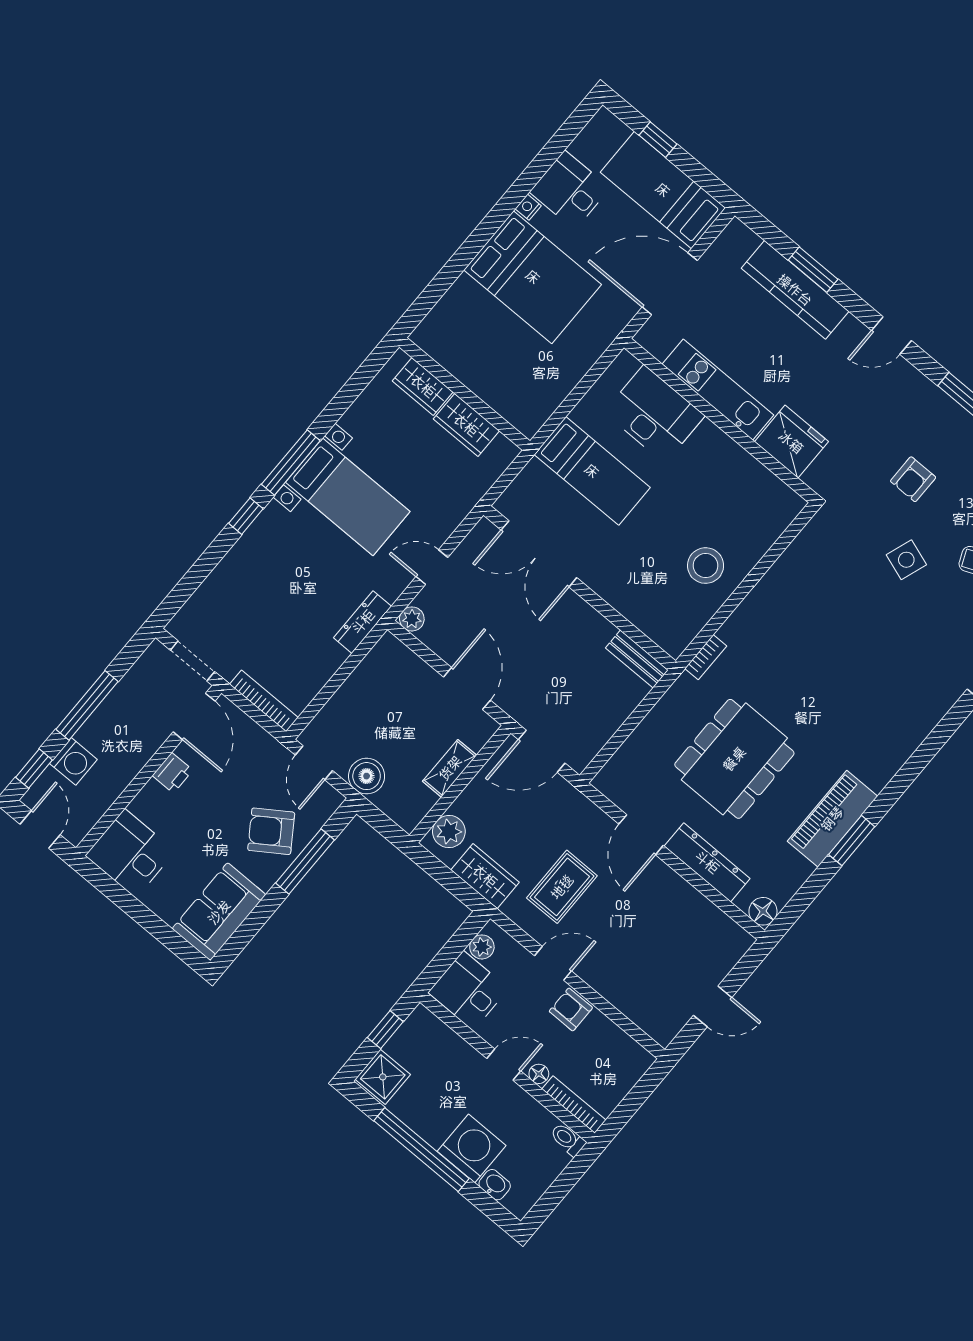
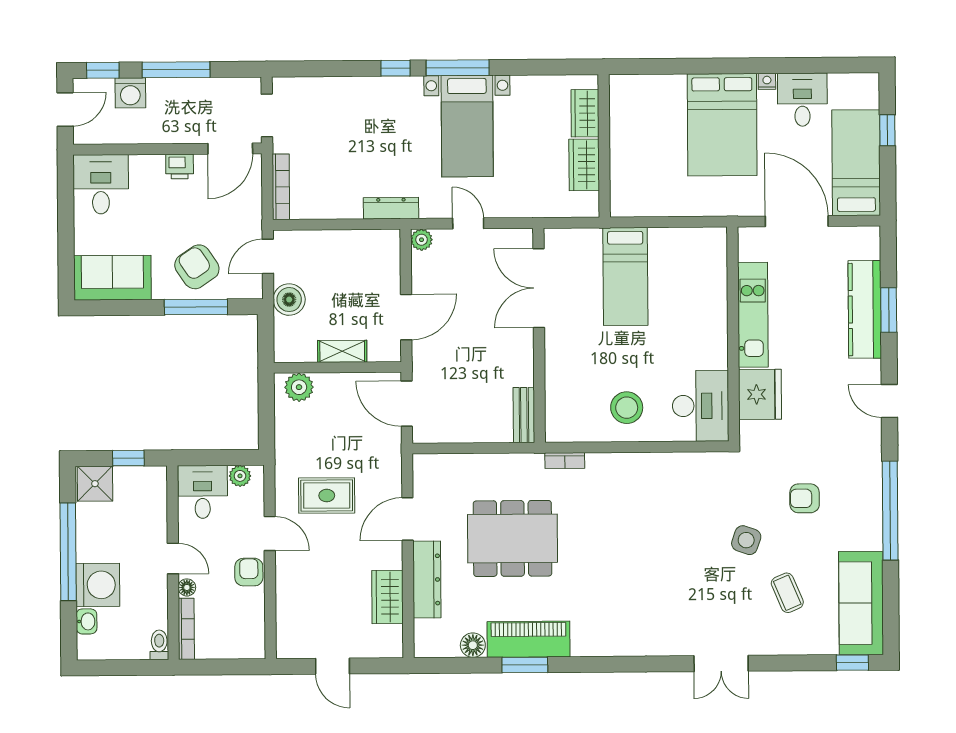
desk: (654, 414) -> (701, 406), moved
wardrobe: (485, 876) -> (387, 597), moved, turned 180
floor lamp: (763, 911) -> (473, 645), moved

